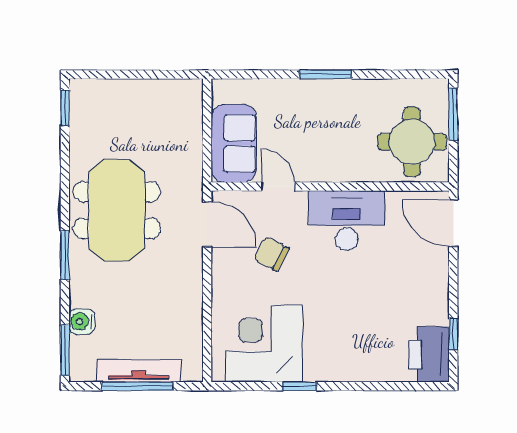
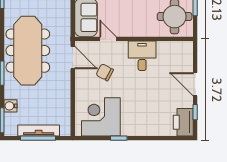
meeting table: (117, 210) -> (28, 51), width x1.36
desk: (347, 221) -> (142, 56), width x0.73
door: (453, 223) -> (195, 84), moved

